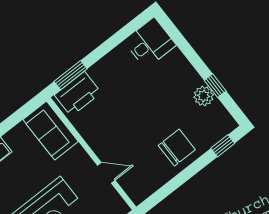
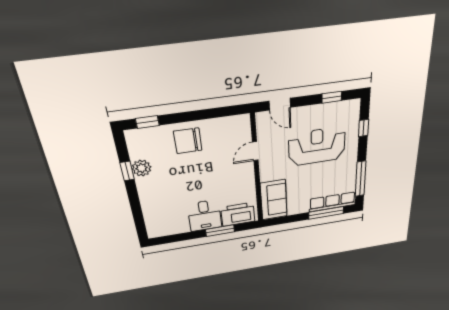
desk: (150, 43) -> (205, 216), moved, turned -90
window: (71, 75) -> (220, 231), moved
door: (106, 173) -> (255, 151), hinge flipped

